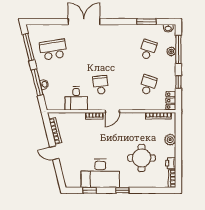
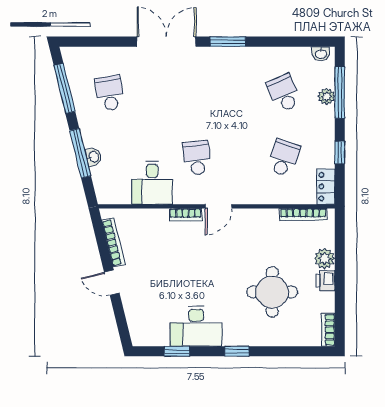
window: (146, 22) -> (228, 42), moved
school desk: (53, 50) -> (110, 93), width x0.54
school desk: (148, 50) -> (284, 93), turned -42
printer: (171, 163) -> (326, 281), moved
desk: (100, 173) -> (196, 326), width x0.73, depth x0.77

